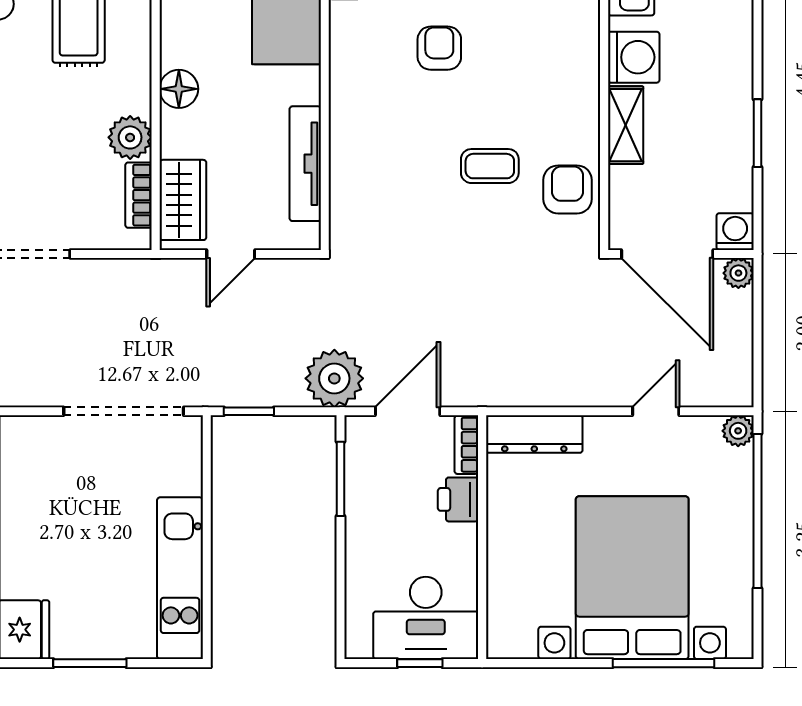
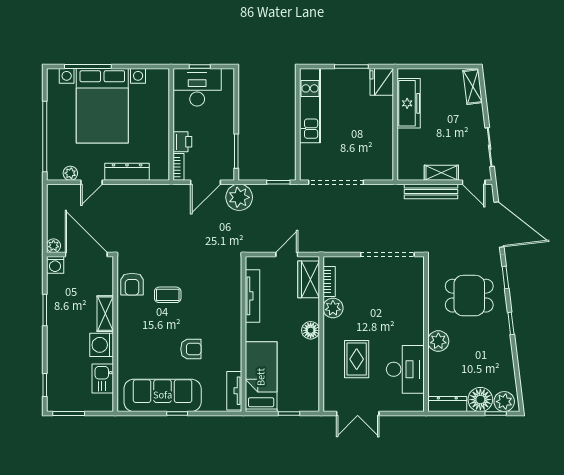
armchair: (439, 48) -> (191, 349), turned -90
plant: (738, 431) -> (70, 173), moved
dresser: (534, 434) -> (127, 172), moved

